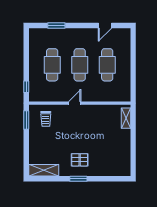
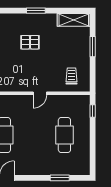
cafe table: (80, 65) -> (34, 135), removed
window: (26, 120) -> (93, 47), moved
pallet: (80, 160) -> (30, 42), moved

